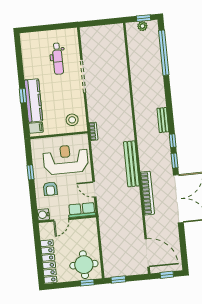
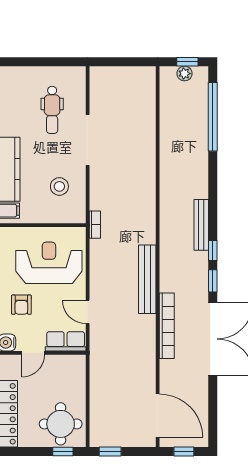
stool: (72, 120) -> (59, 186), moved
bench: (163, 120) -> (201, 225), width x1.36

